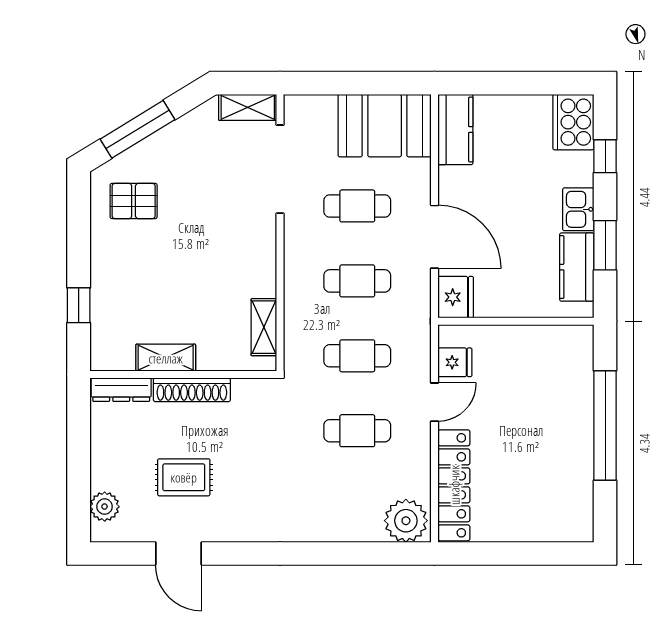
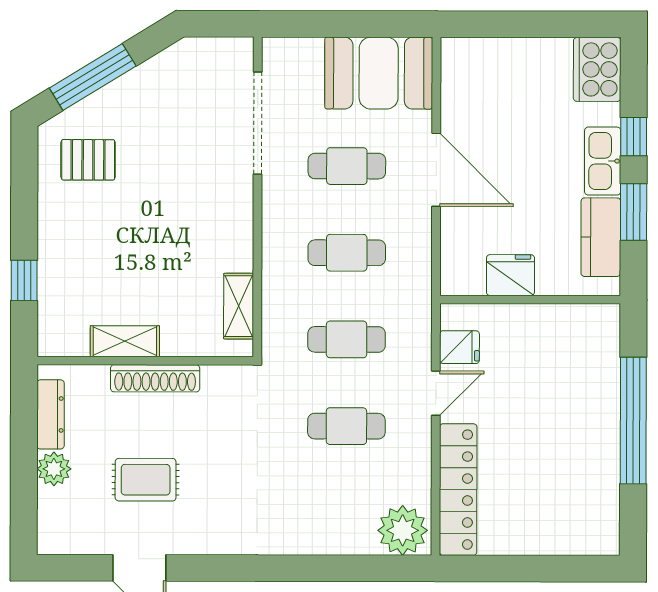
shelving: (248, 107) -> (220, 52), removed
kitchen counter: (455, 130) -> (461, 78), removed
window: (605, 156) -> (634, 137), moved
kitchen sink: (578, 209) -> (603, 161), width x1.38
door: (434, 237) -> (436, 170), moved
fridge: (456, 297) -> (510, 275), moved, turned -90
dresser: (121, 390) -> (51, 414), moved, turned -90
plant: (105, 507) -> (54, 469), moved

